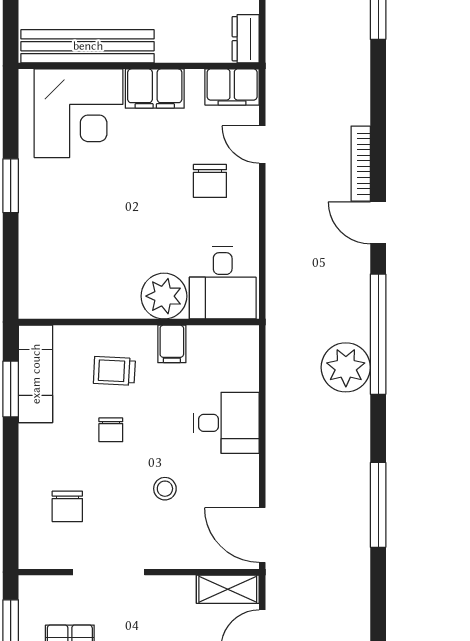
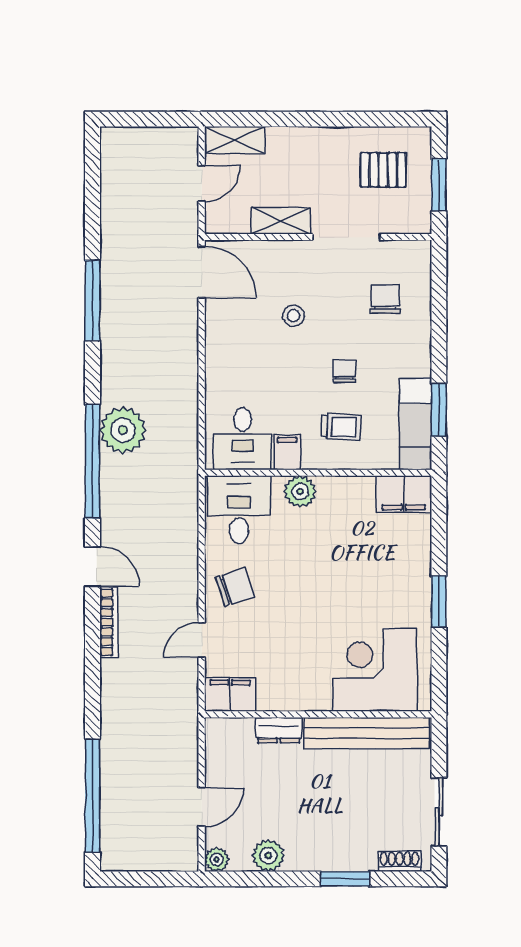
dresser: (246, 39) -> (279, 730), moved, turned 90
filing cabinet: (155, 89) -> (404, 494), moved, turned 180
door: (262, 145) -> (202, 640), swing flipped
chair: (210, 181) -> (235, 587), moved, turned 72
plant: (164, 296) -> (300, 492), width x0.73, depth x0.73
desk: (226, 423) -> (243, 439), moved, turned -90
shelving: (228, 589) -> (281, 221), moved

